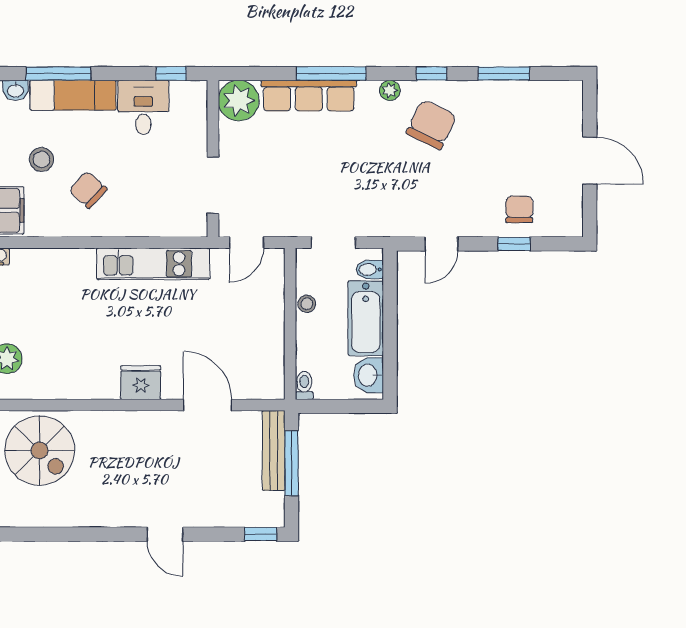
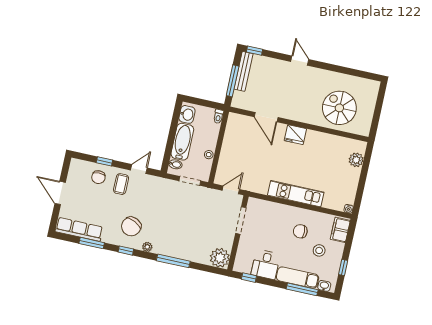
row of seats: (309, 96) -> (79, 229), moved
chair: (88, 190) -> (300, 231), turned 135
coffee table: (471, 206) -> (121, 184), added
kitchen unit: (153, 264) -> (296, 194), moved
spiral stairs: (40, 450) -> (339, 108), moved
bench: (274, 450) -> (243, 71), moved

